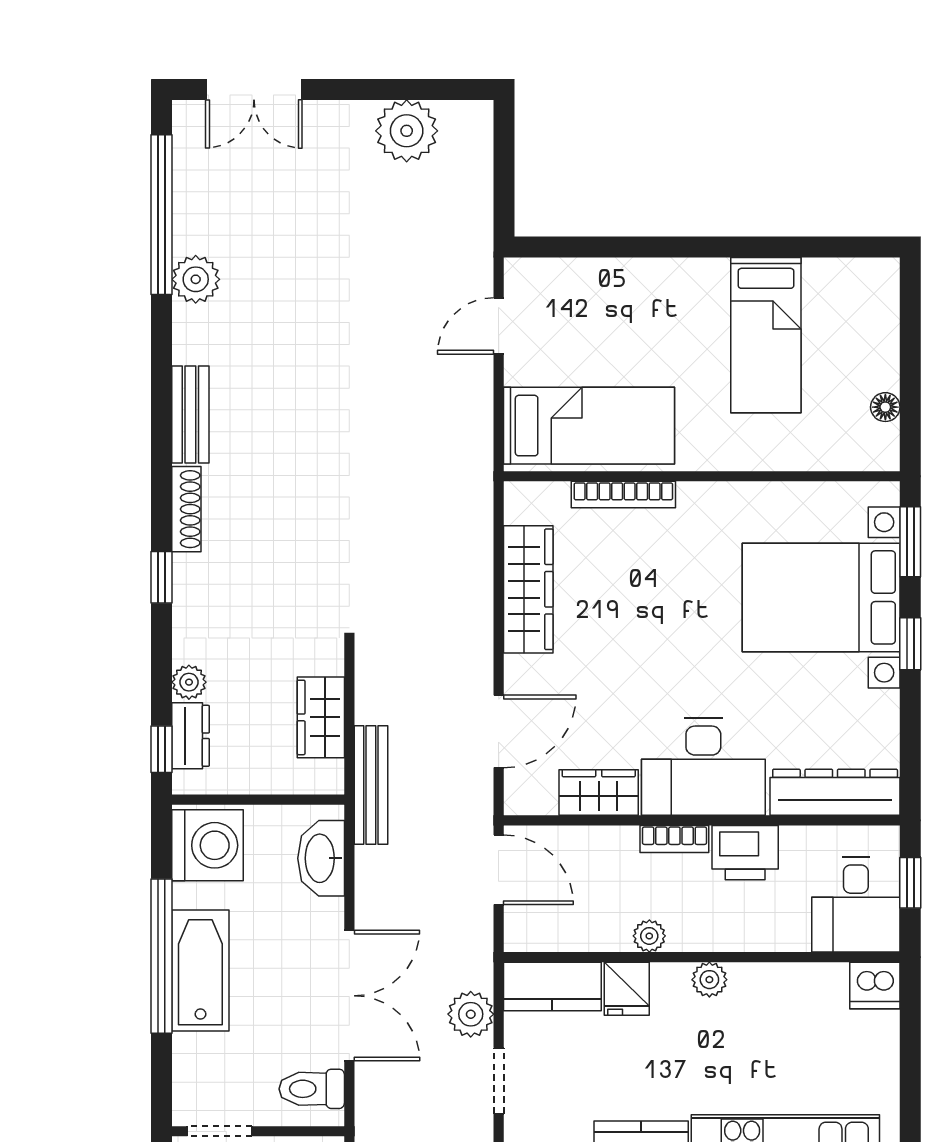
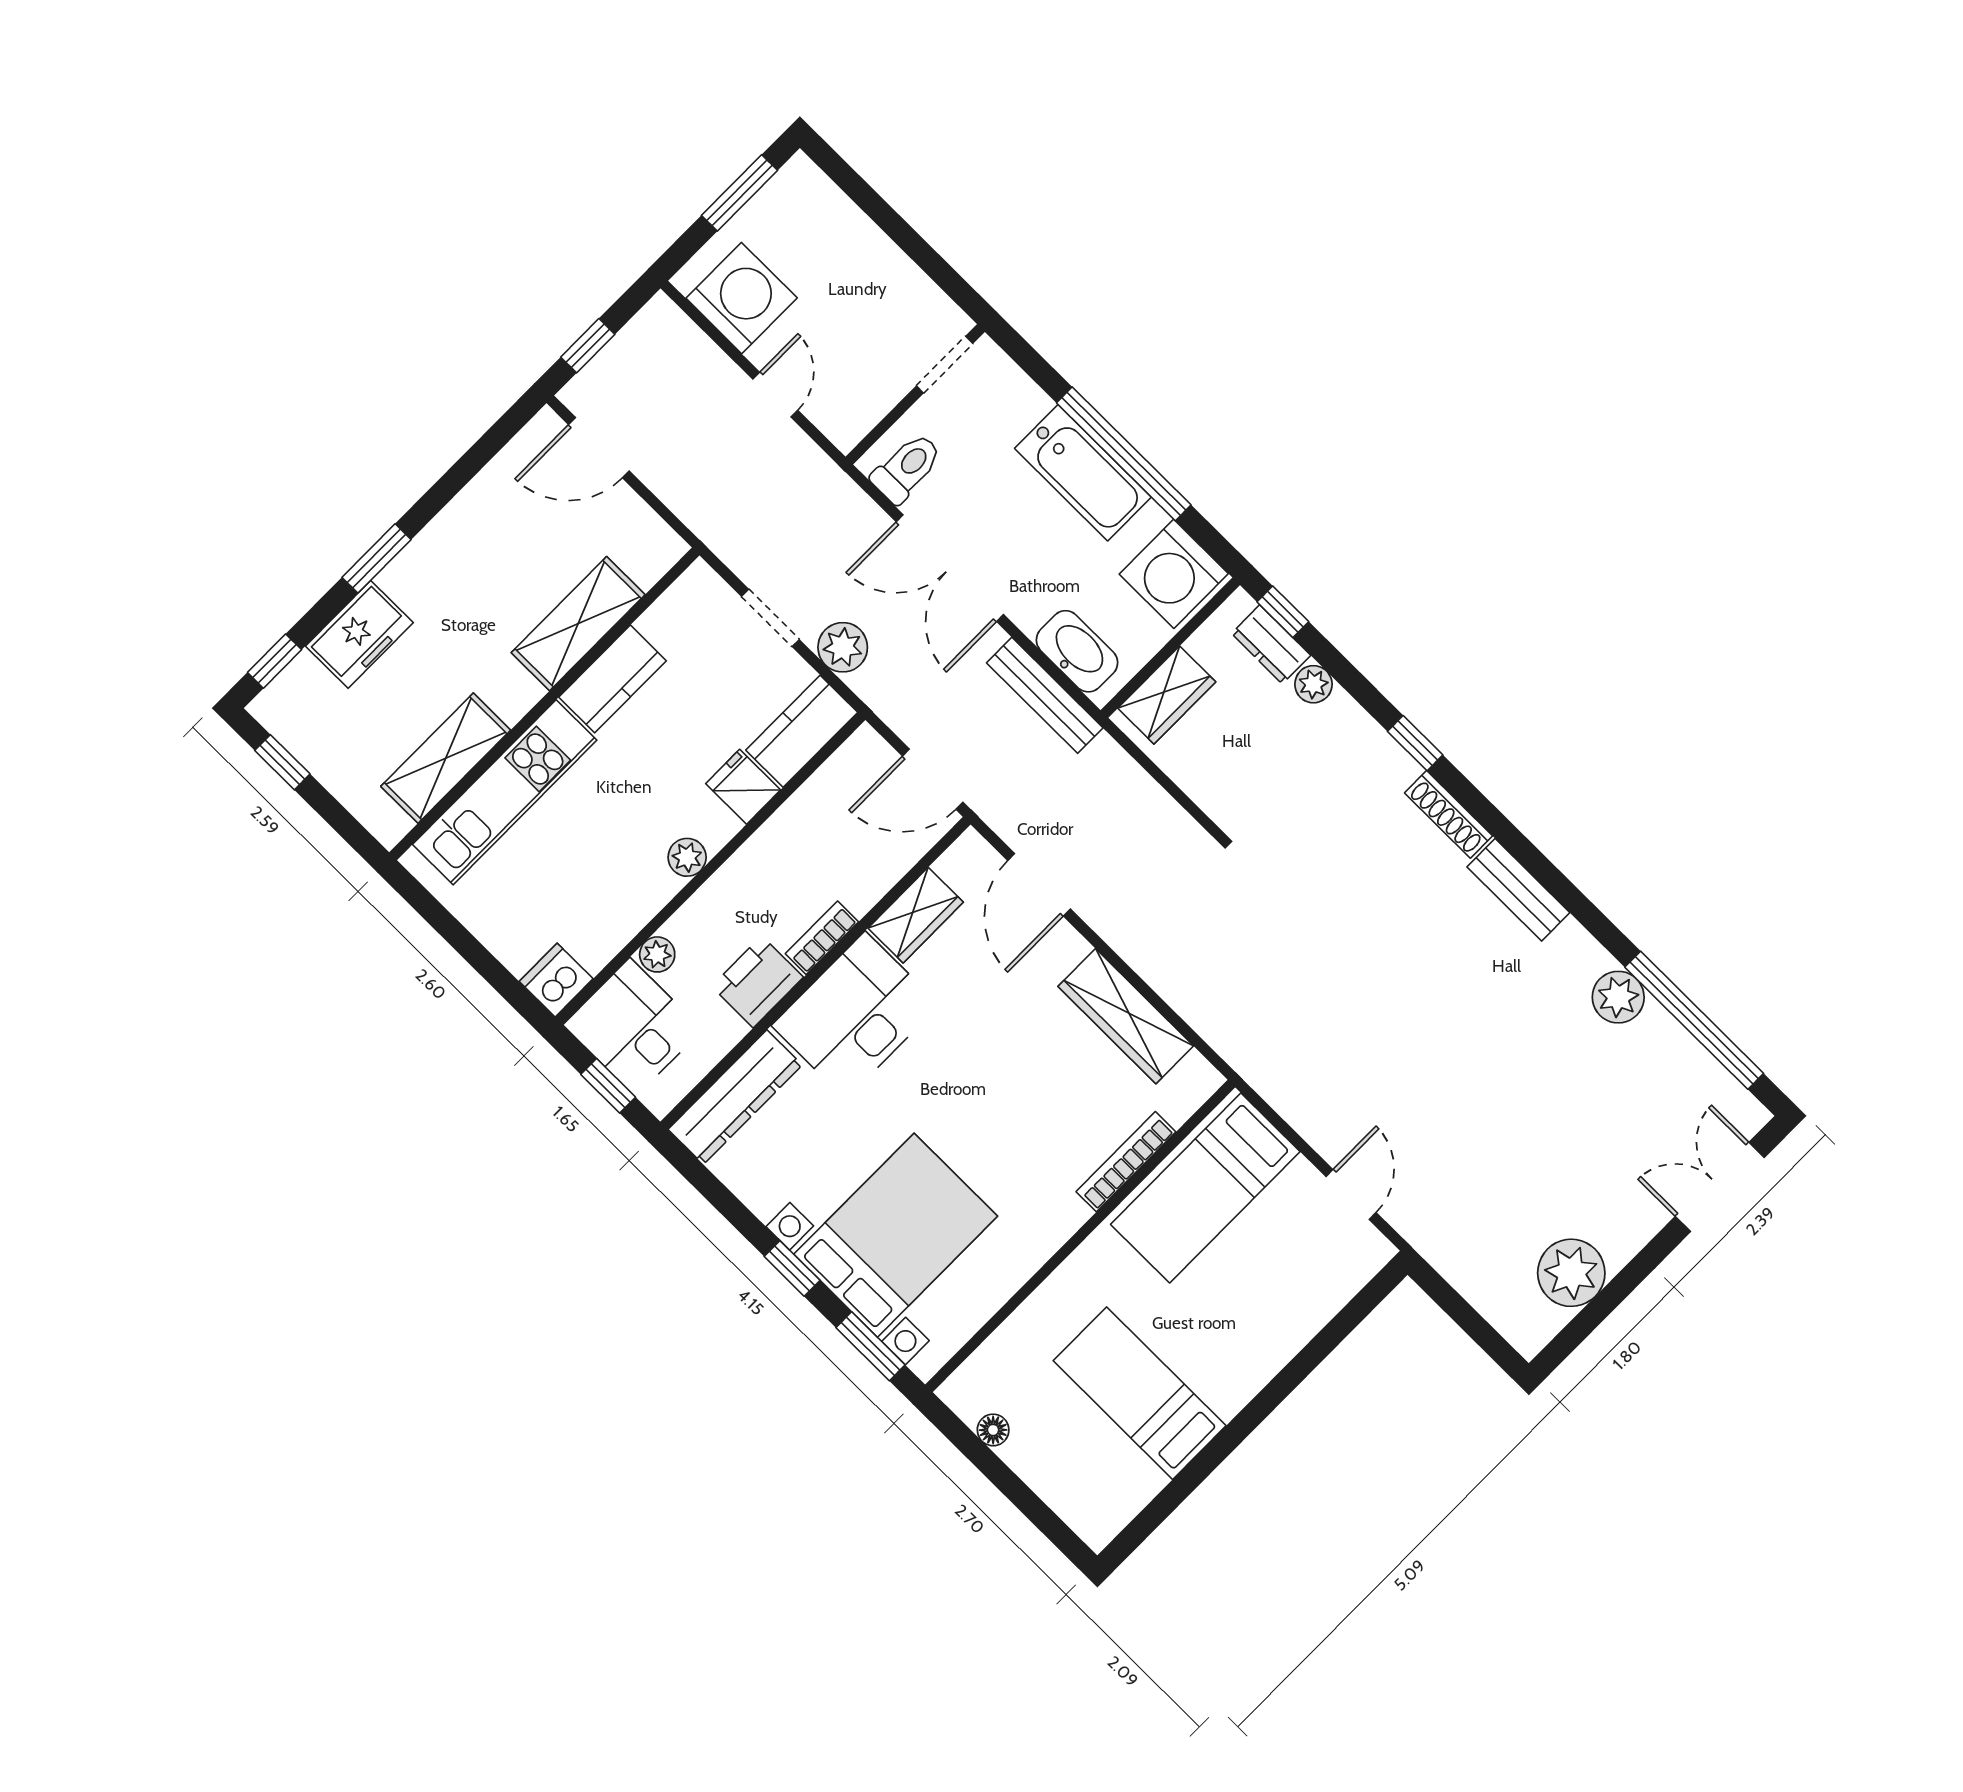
wardrobe: (321, 717) -> (1167, 695), moved, turned 90
bench: (371, 785) -> (1045, 695), moved
plant: (649, 936) -> (657, 954), moved

